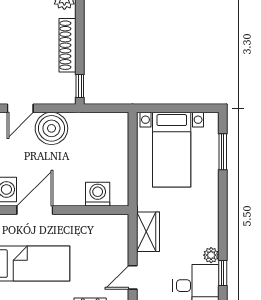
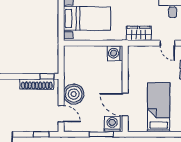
shoe rack: (67, 45) -> (37, 84), moved
washing machine: (98, 194) -> (115, 53), moved

